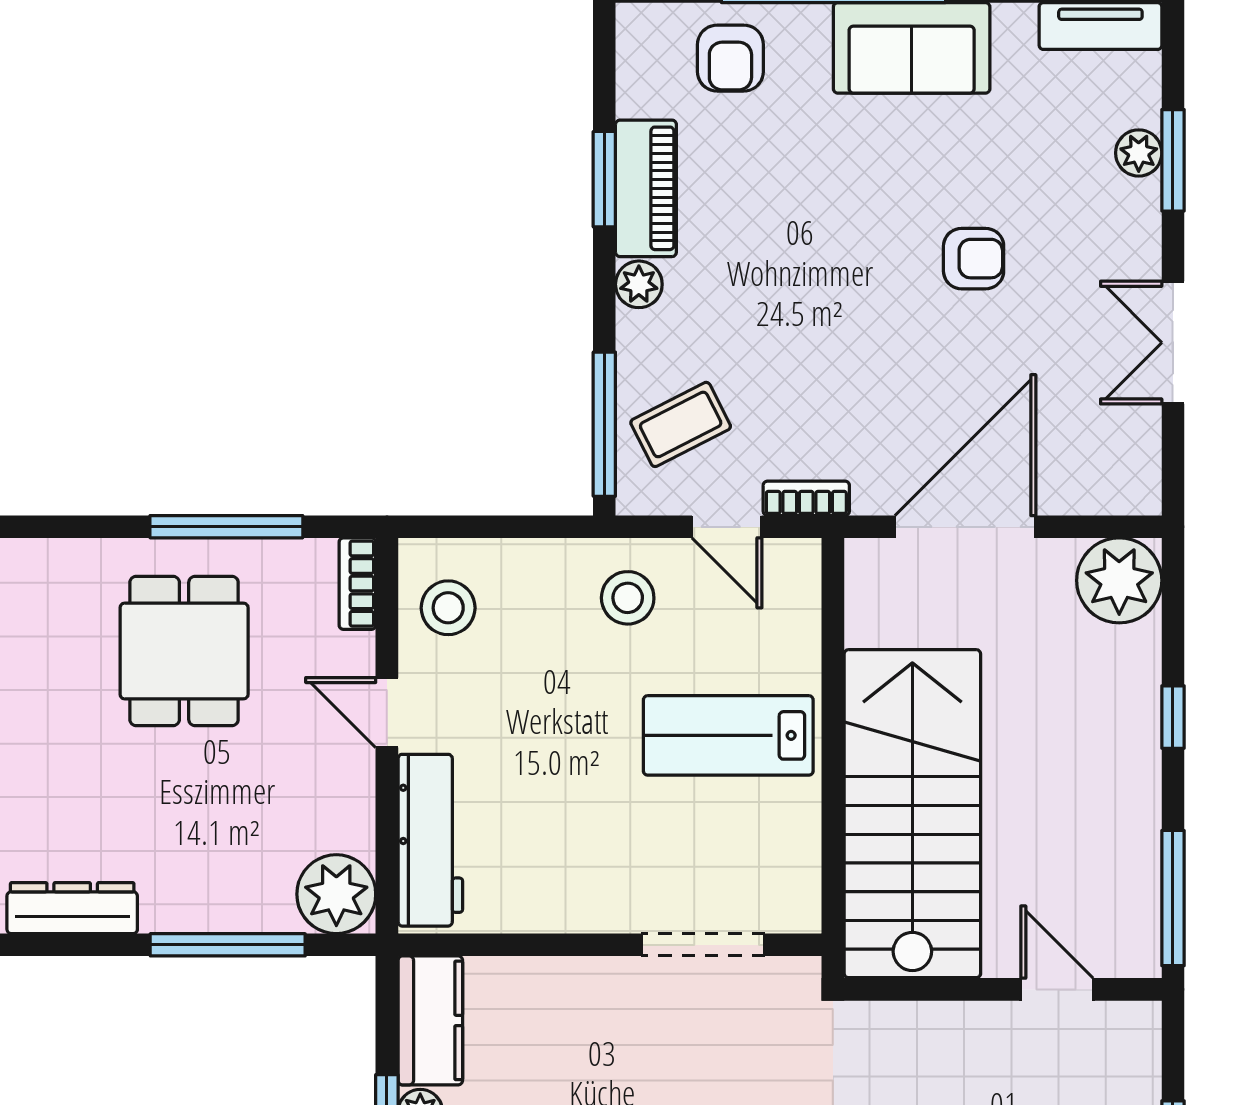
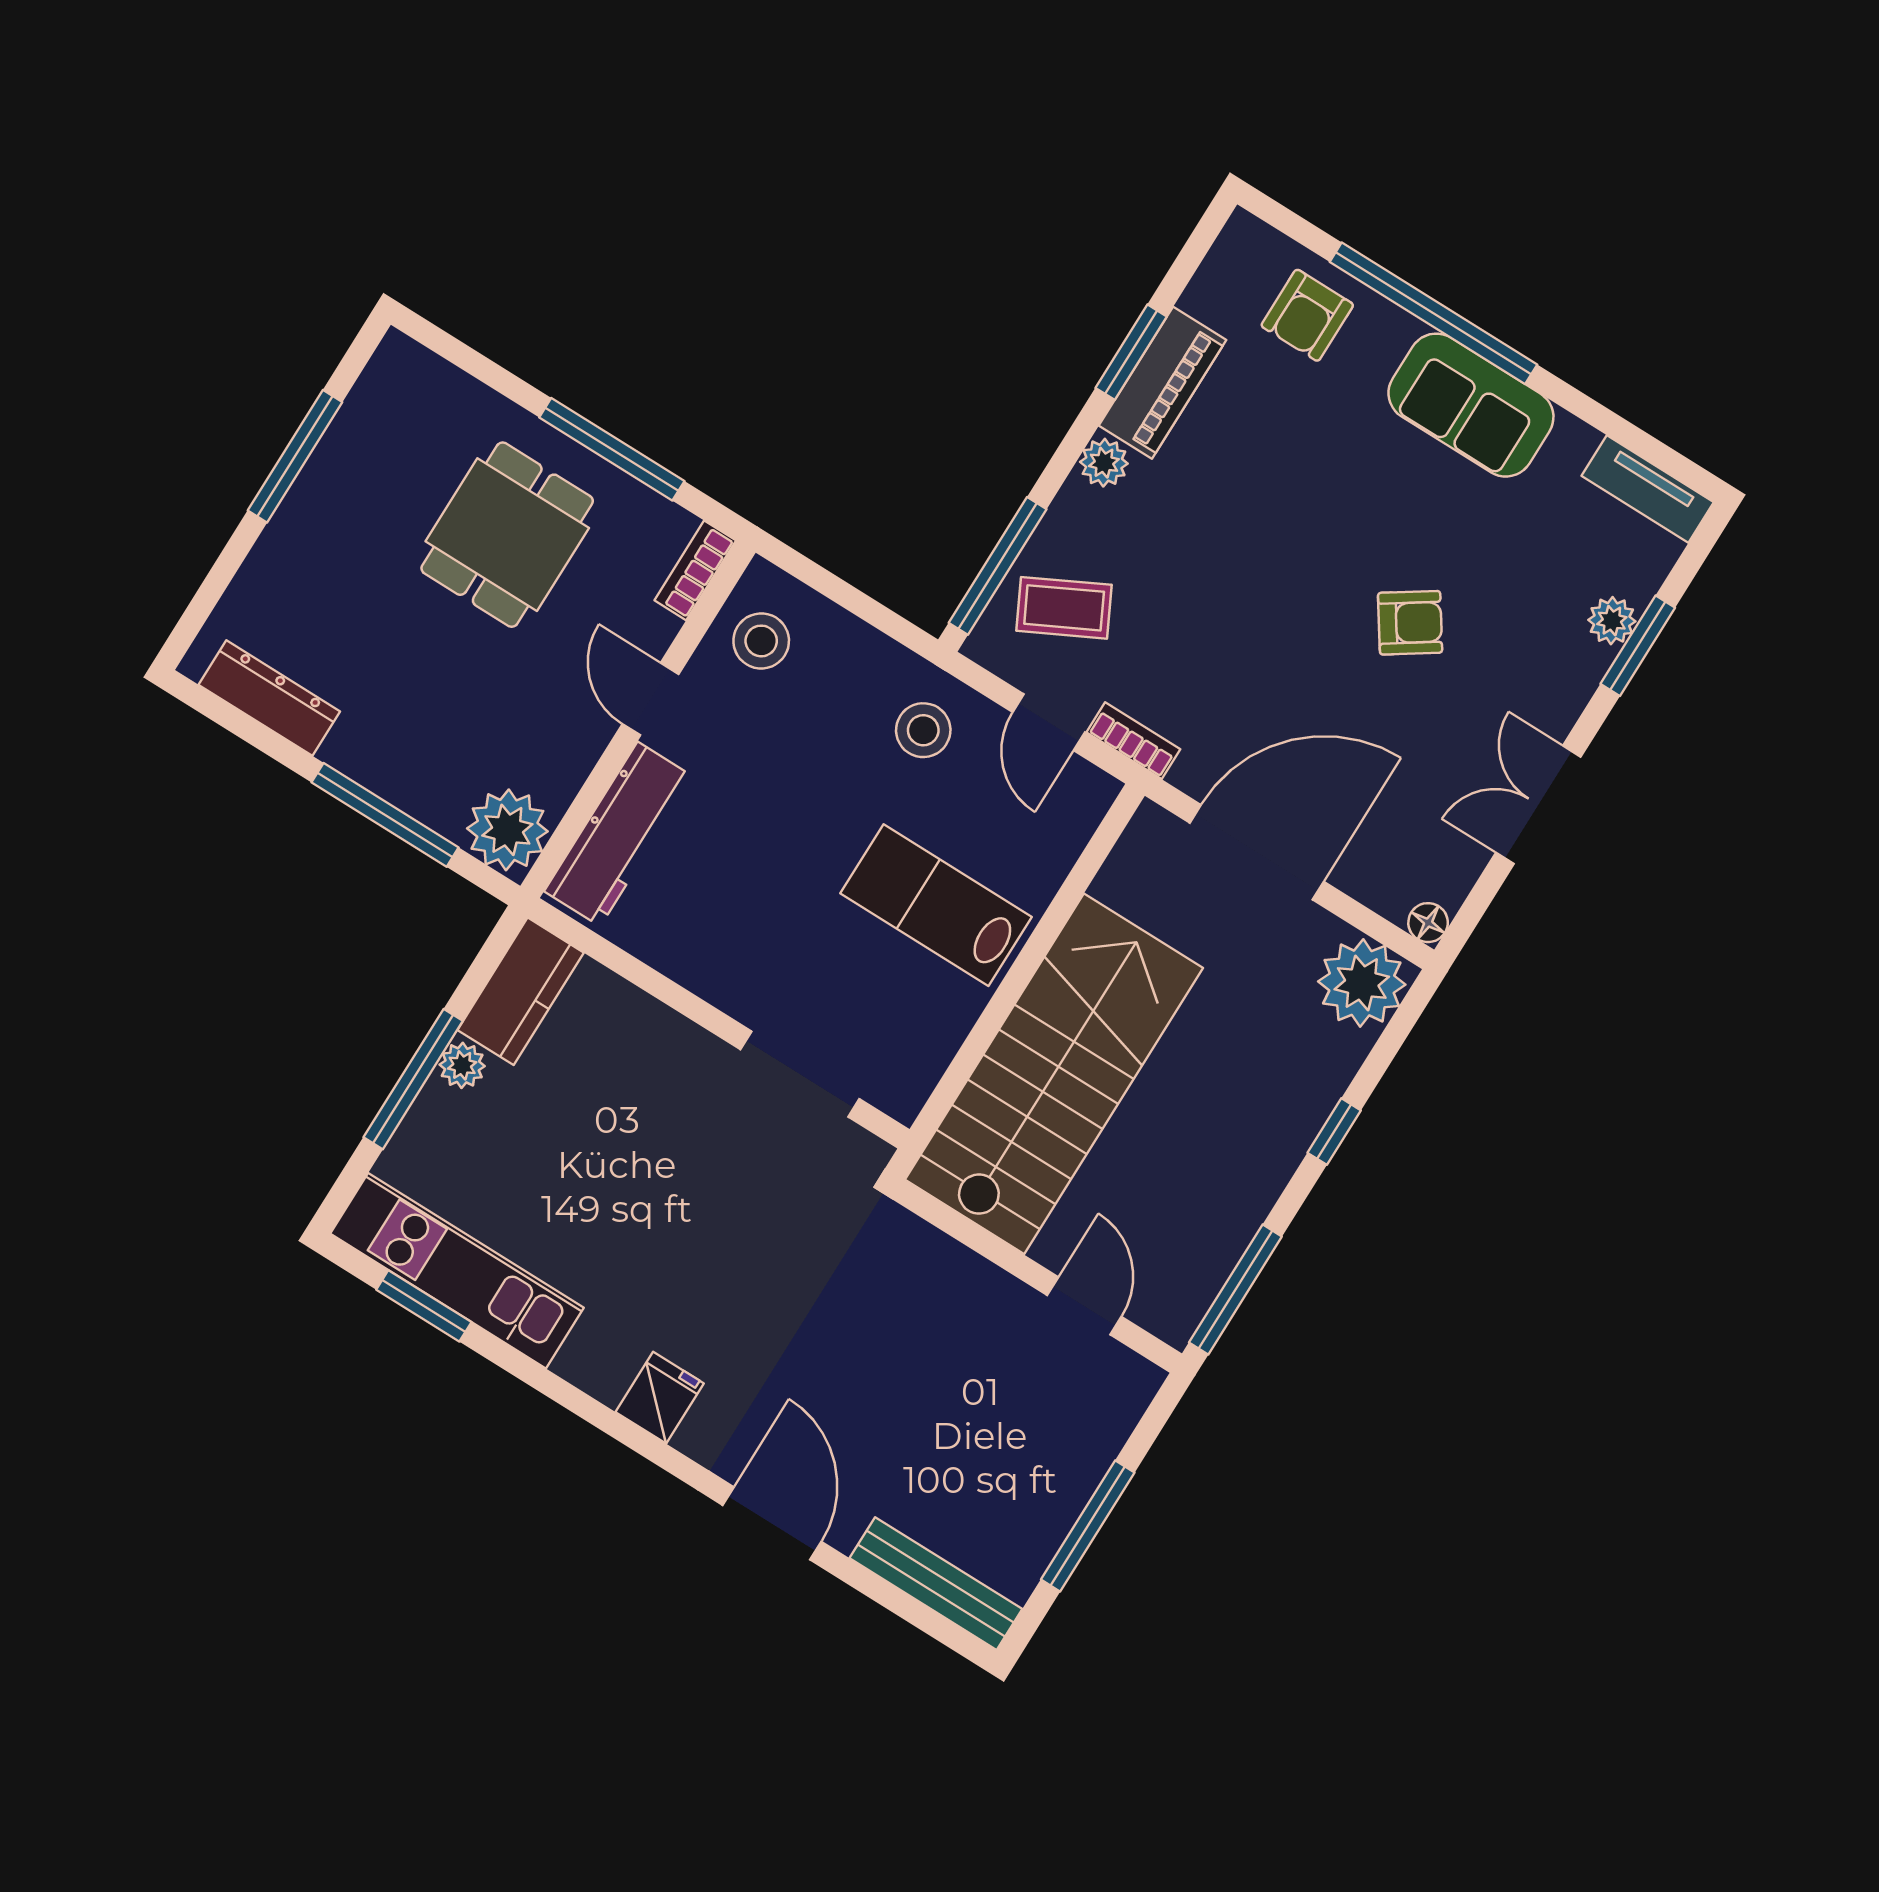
armchair: (974, 259) -> (1410, 623), turned -34
floor lamp: (1143, 496) -> (1428, 923), added

